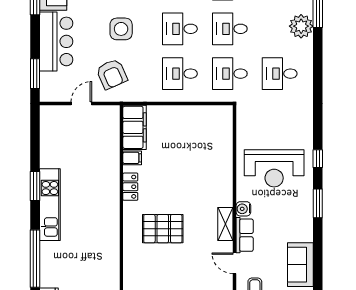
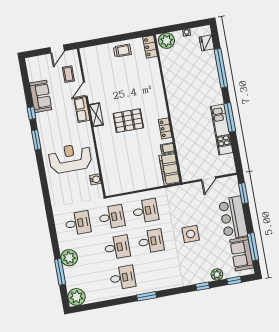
armchair: (112, 74) -> (191, 202), removed
window: (318, 159) -> (31, 113), moved
window: (35, 186) -> (230, 117), width x1.44
kitchen unit: (50, 205) -> (222, 130), moved
water cooler: (243, 209) -> (95, 179), moved
pallet: (163, 229) -> (128, 121), moved
door: (235, 263) -> (85, 89), swing flipped

